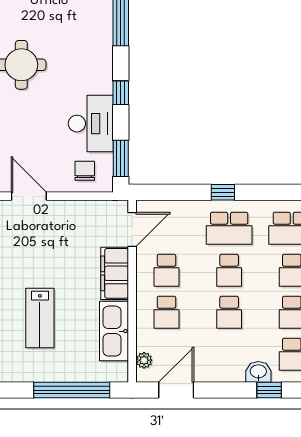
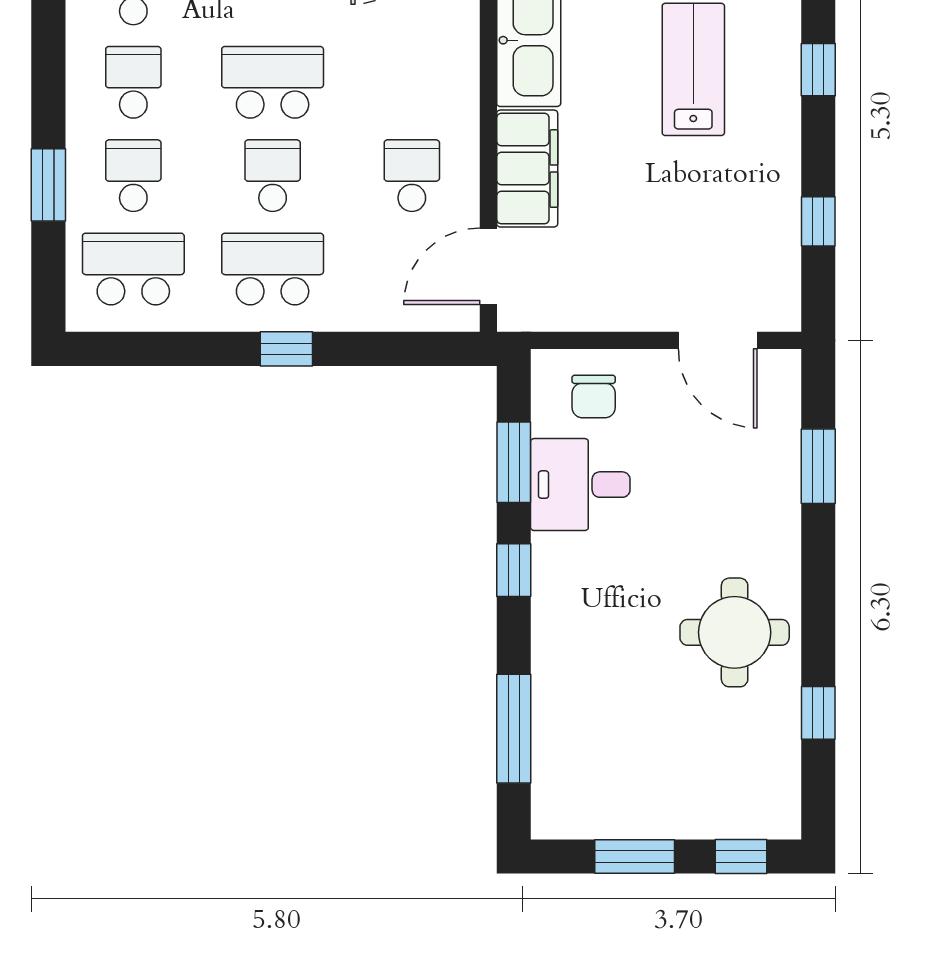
desk: (91, 124) -> (580, 485), width x0.73
window: (121, 158) -> (514, 462), moved
school desk: (167, 312) -> (412, 82), removed
school desk: (229, 312) -> (273, 82), width x1.85

